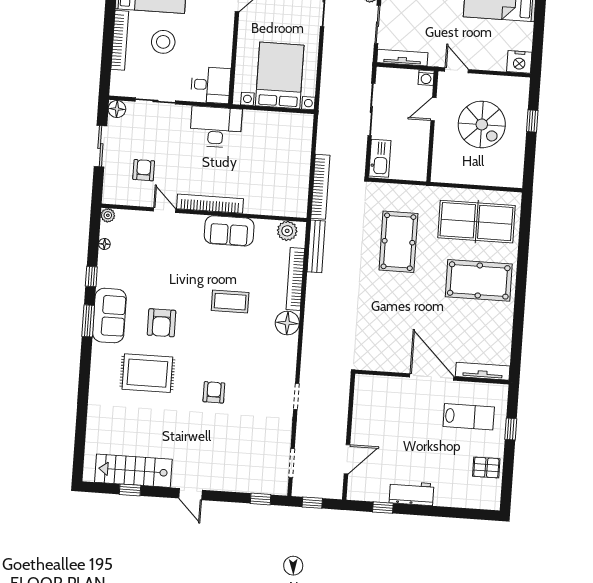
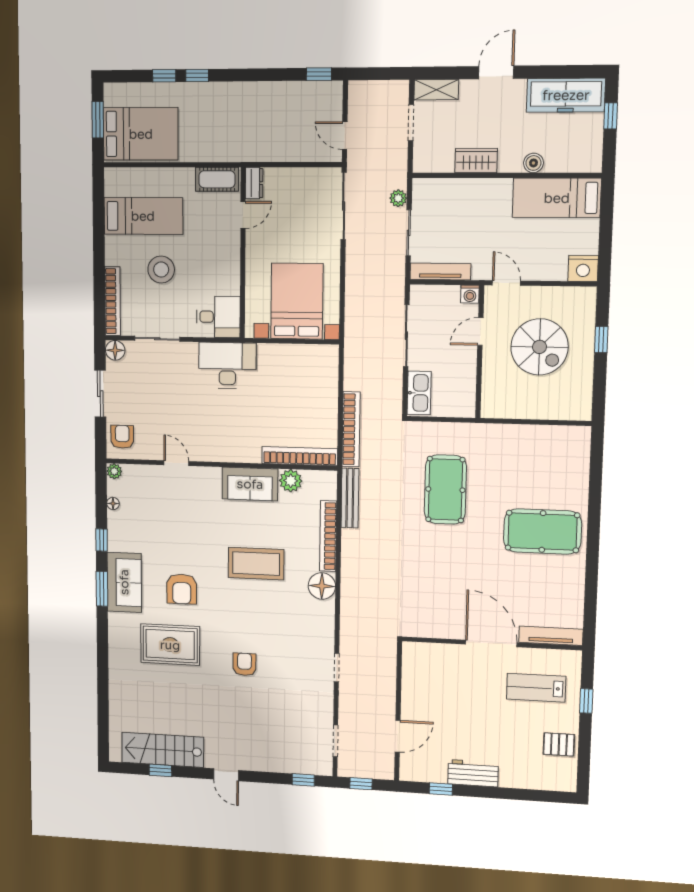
bookcase: (120, 40) -> (113, 301), moved
armchair: (144, 170) -> (122, 437), moved
bookcase: (210, 204) -> (300, 456), moved
table tennis table: (477, 222) -> (537, 463), removed
plant: (287, 231) -> (291, 481), moved
coffee table: (230, 302) -> (256, 564), width x1.36, depth x1.32
lab bench: (469, 417) -> (536, 688), turned 180

